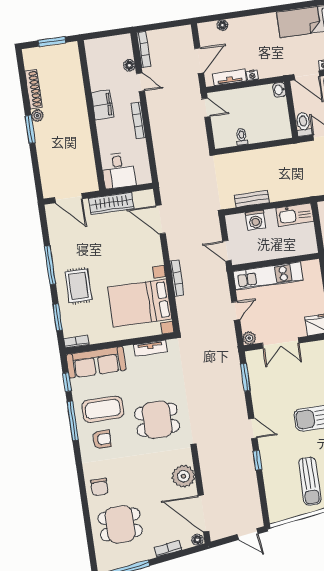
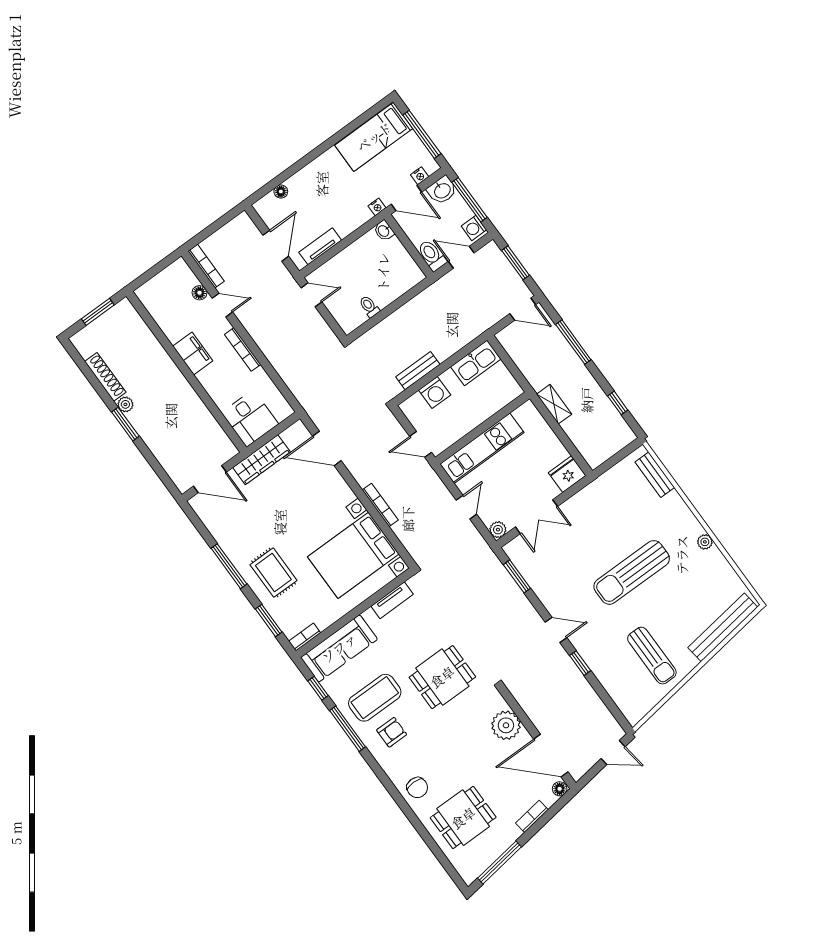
nightstand: (252, 75) -> (377, 207), moved

